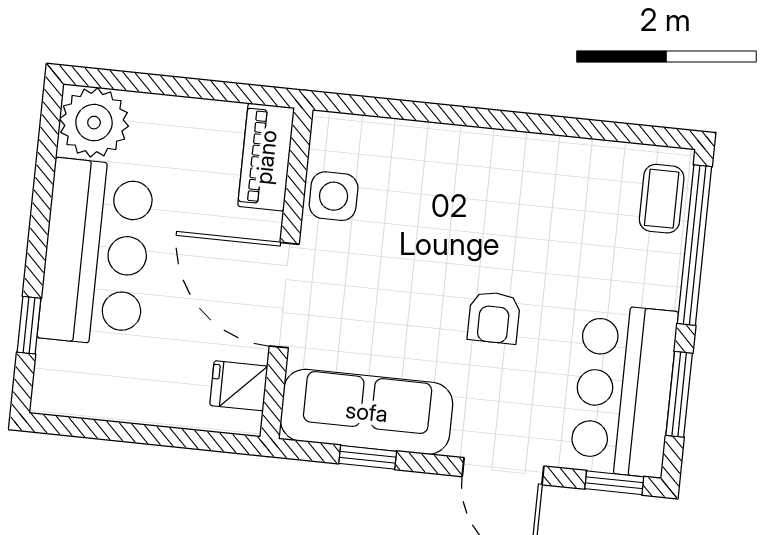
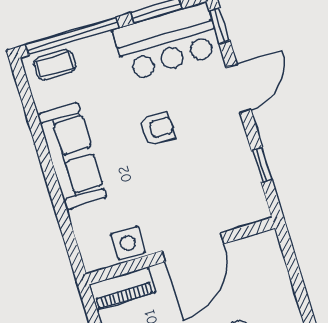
fridge: (239, 386) -> (252, 251), removed
sofa: (367, 412) -> (72, 156), moved, turned 180

